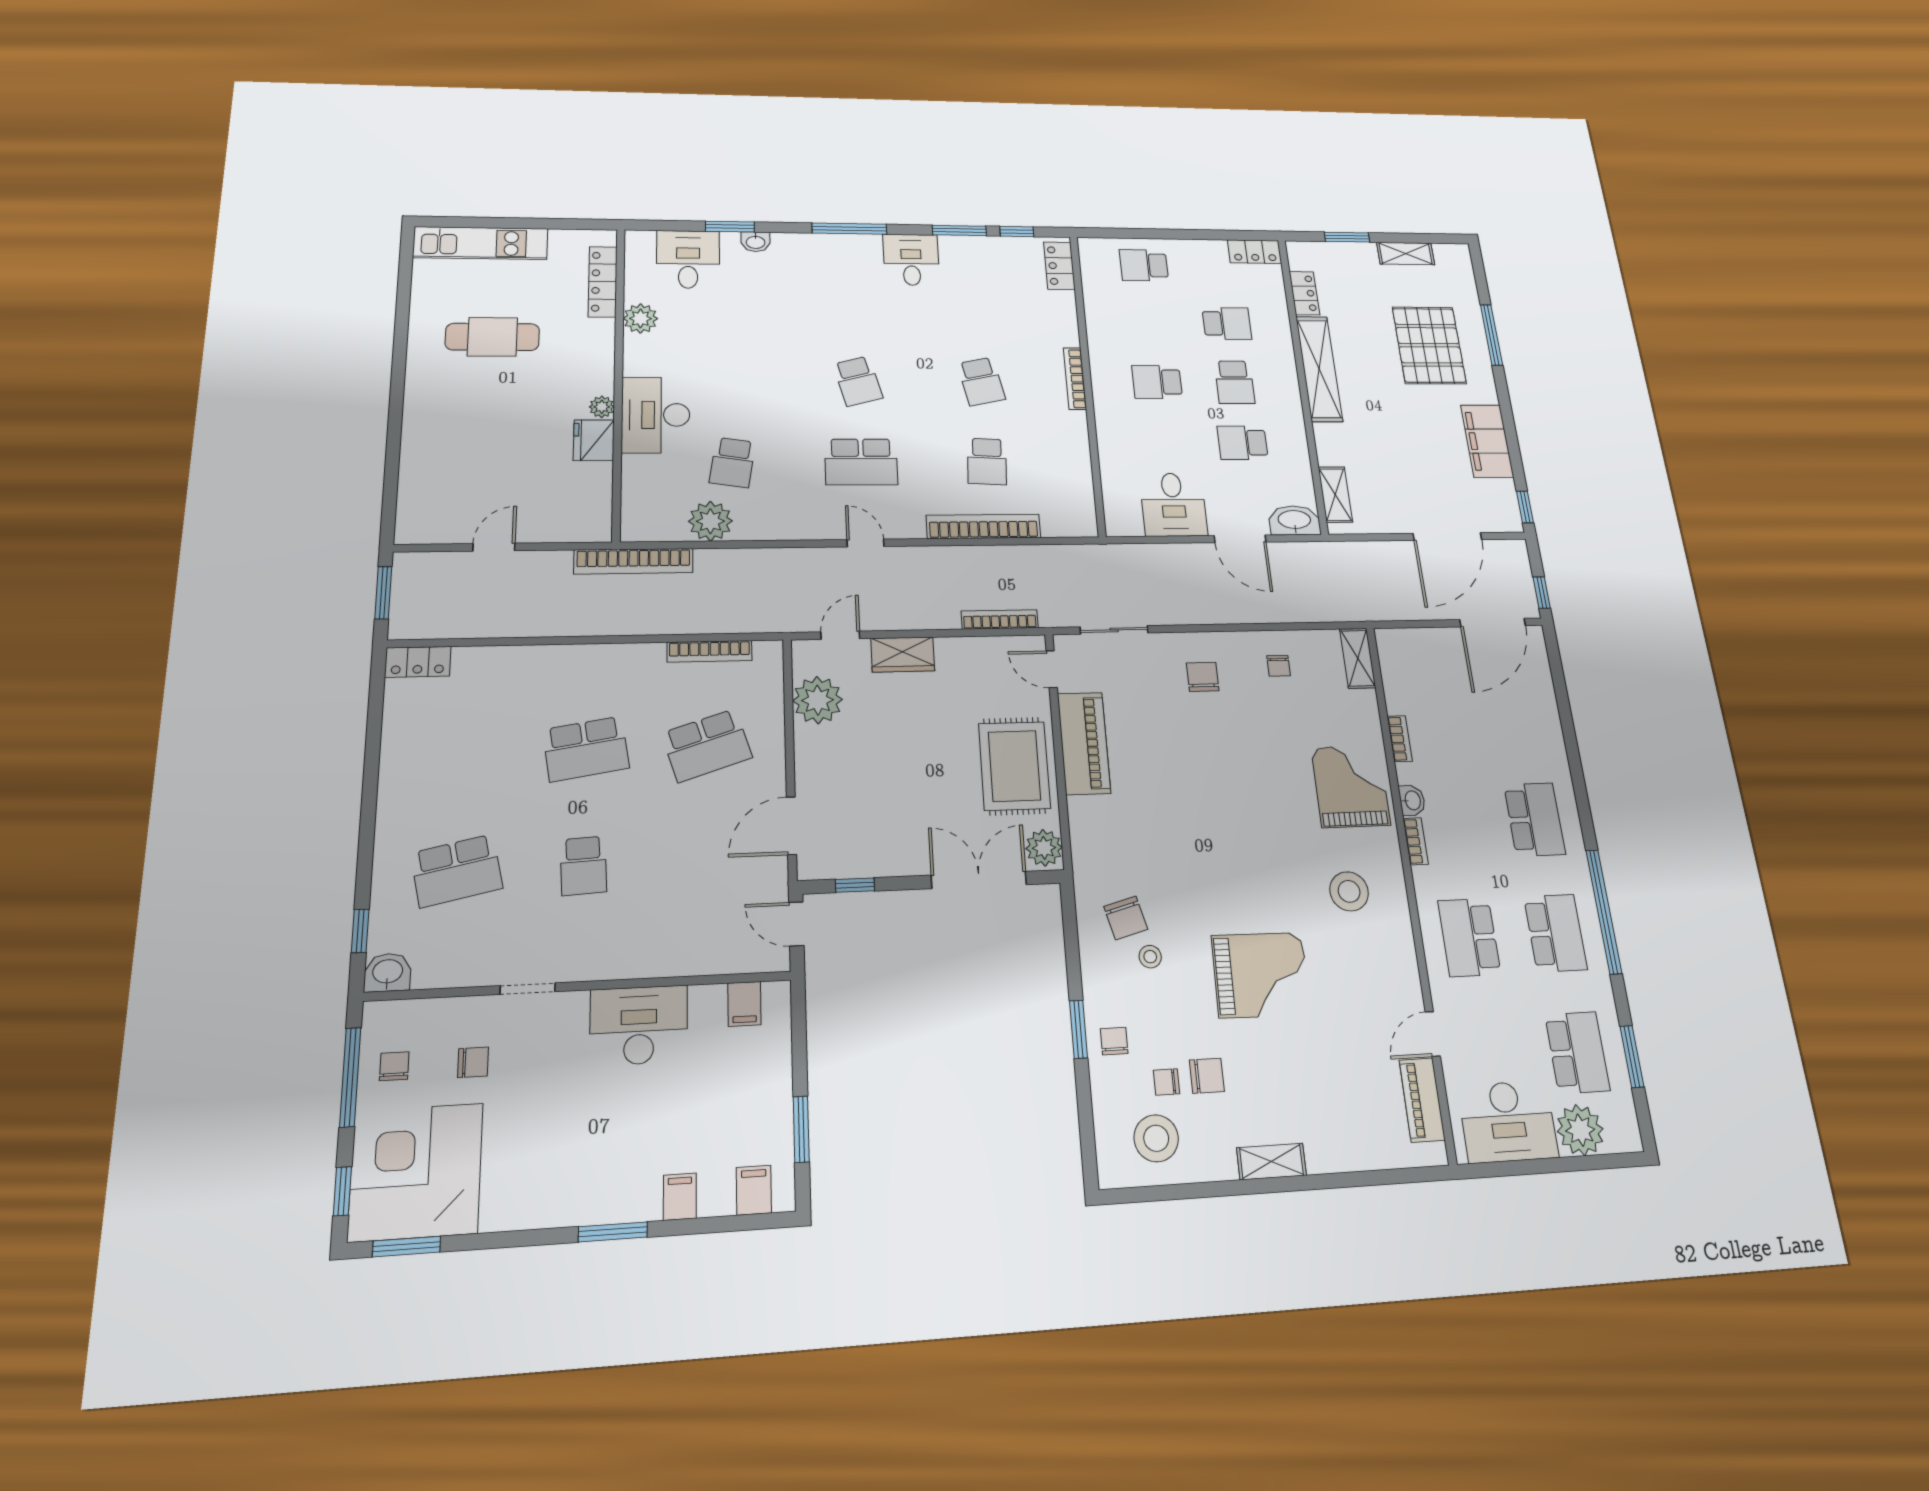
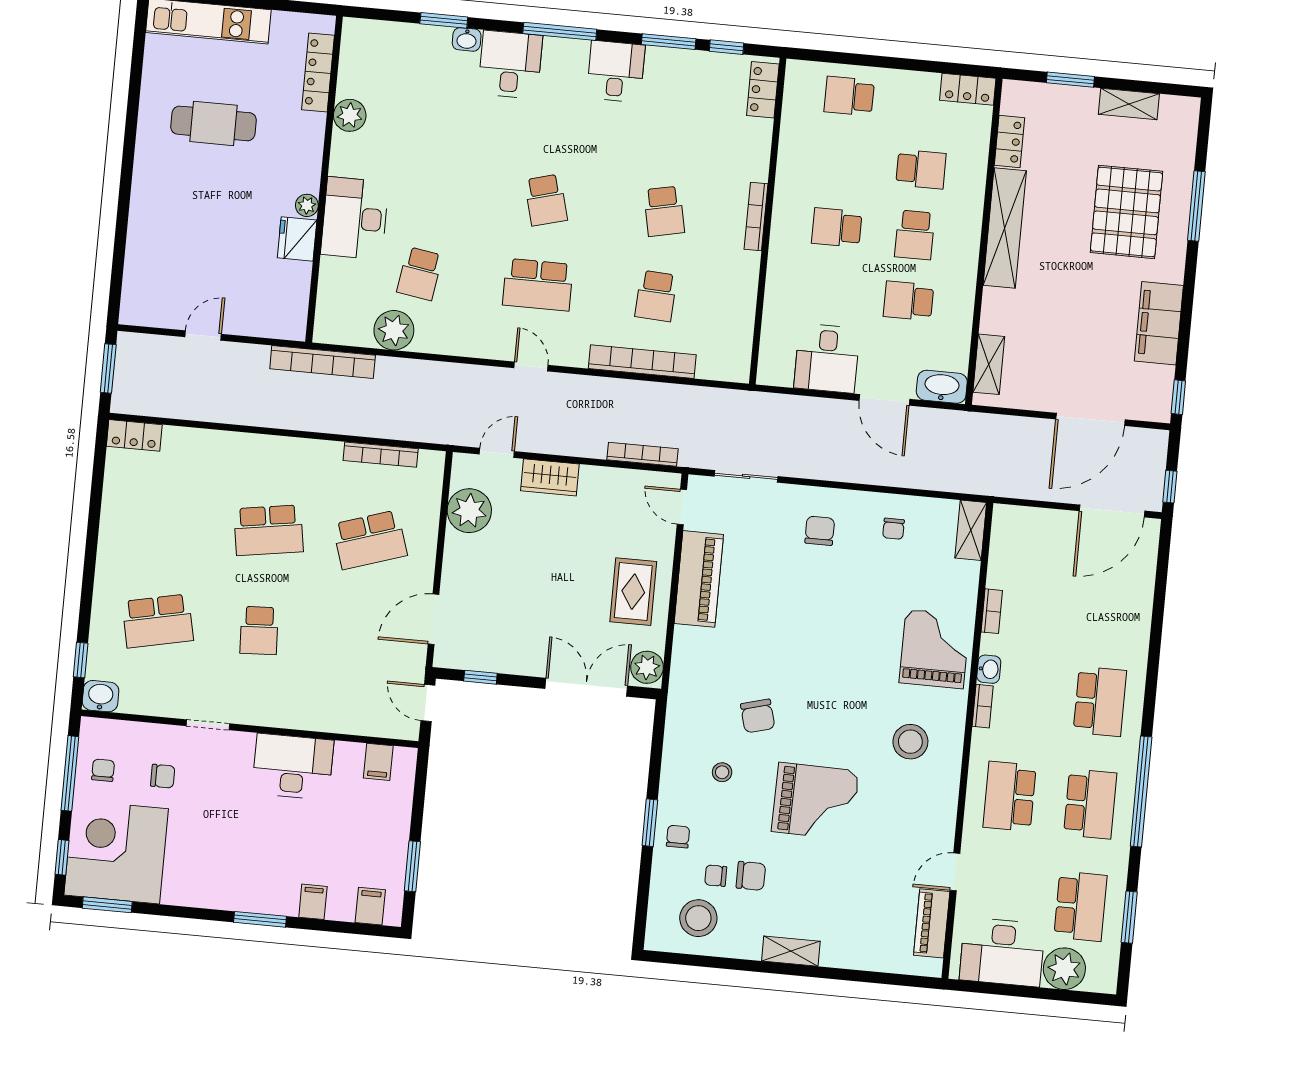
desk: (688, 259) -> (510, 65), moved
rug: (1014, 766) -> (633, 592), width x0.73, depth x0.70
chair: (1126, 918) -> (758, 716), moved

